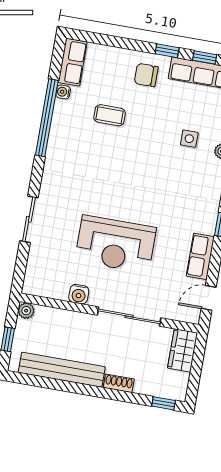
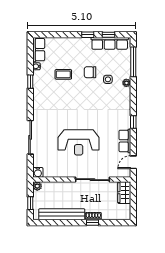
chair: (146, 75) -> (90, 72), moved
window: (47, 118) -> (30, 82), width x0.32
sliding door: (29, 219) -> (30, 137), width x1.37
water cooler: (79, 294) -> (38, 172), moved
window: (164, 403) -> (93, 223), moved

